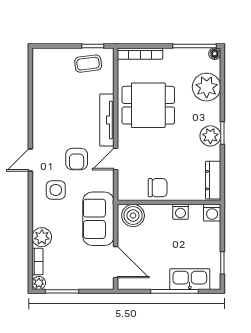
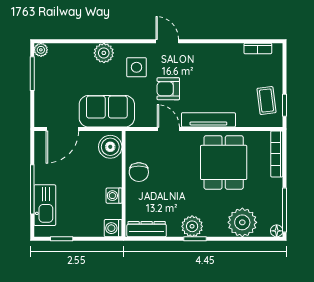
plant: (42, 237) -> (104, 53), moved
bookcase: (37, 262) -> (258, 49), moved

